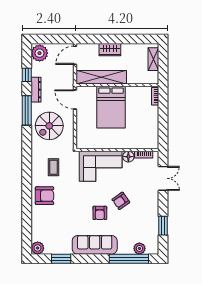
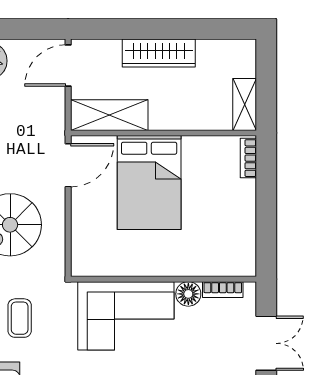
wardrobe: (110, 50) -> (159, 53), width x1.50
shelving: (153, 59) -> (245, 105), moved
shelving: (101, 77) -> (109, 115), width x0.68
door: (75, 99) -> (68, 165), swing flipped

